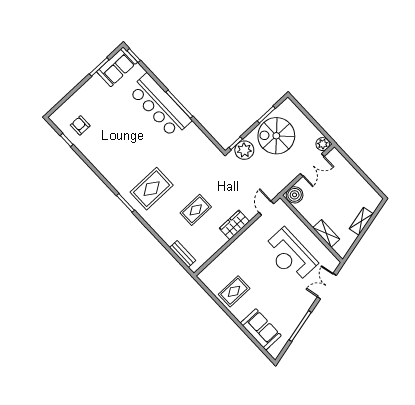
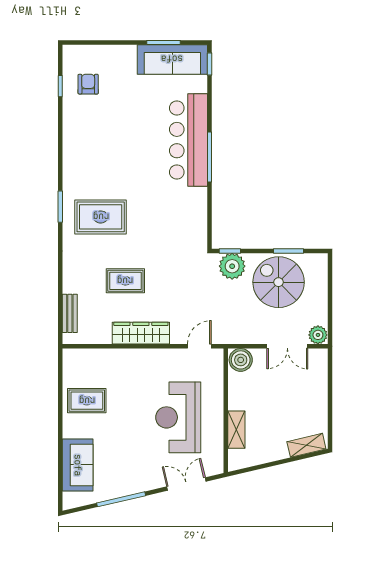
sofa: (117, 67) -> (172, 59), width x1.36
shelving: (361, 221) -> (306, 445), moved
wardrobe: (234, 225) -> (141, 333), width x1.50

